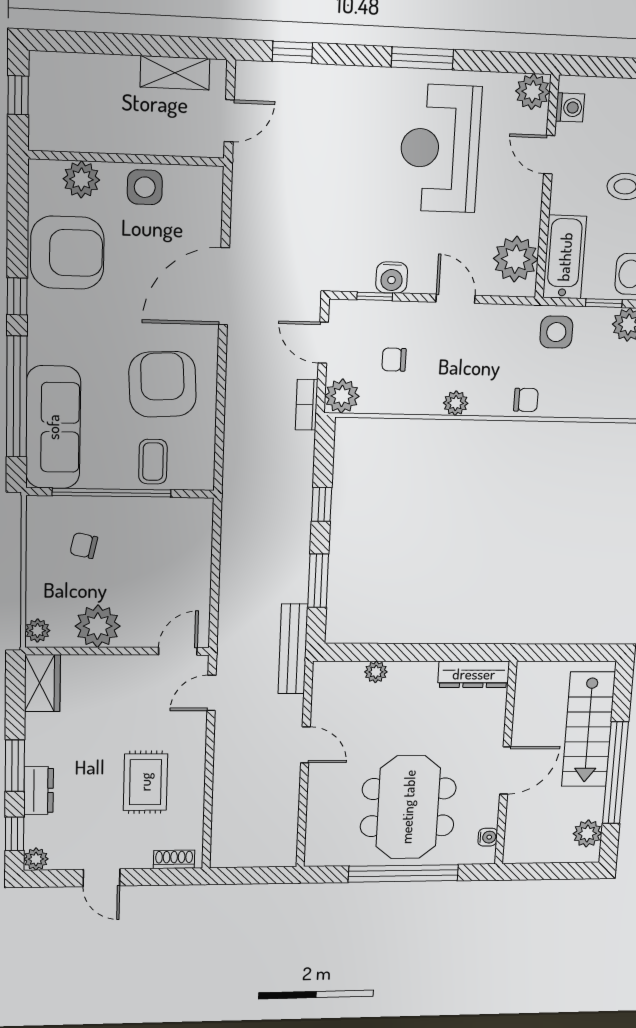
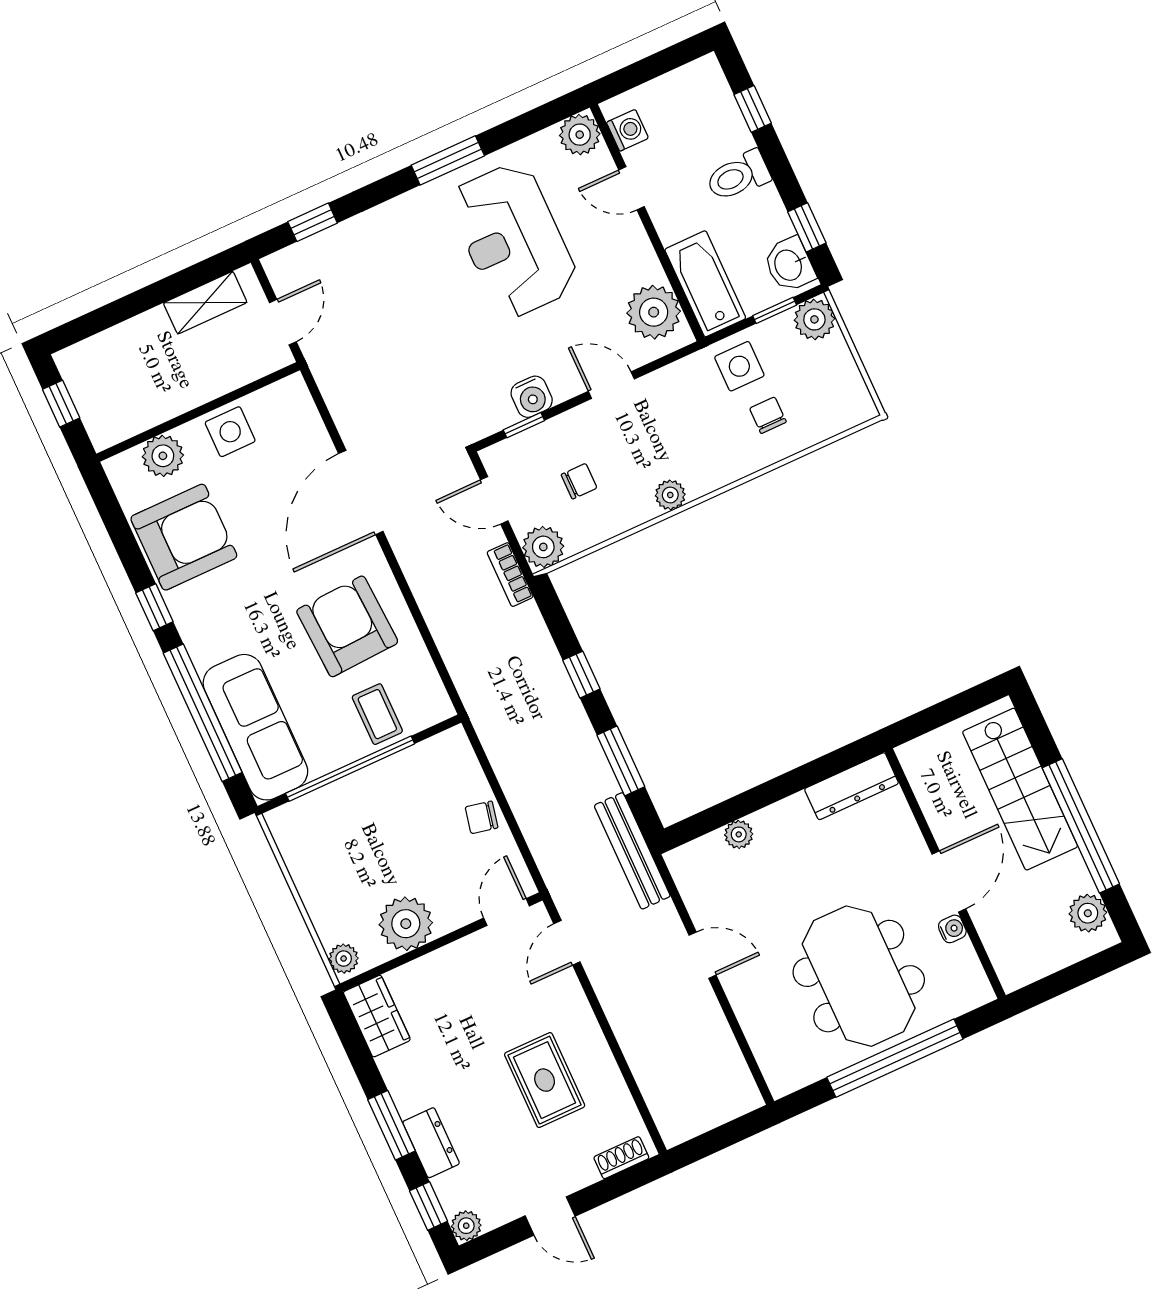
chair: (394, 360) -> (579, 481), turned 180
chair: (526, 400) -> (768, 415), moved, turned -90
chair: (84, 545) -> (482, 817), moved
water cooler: (488, 837) -> (952, 929), moved

